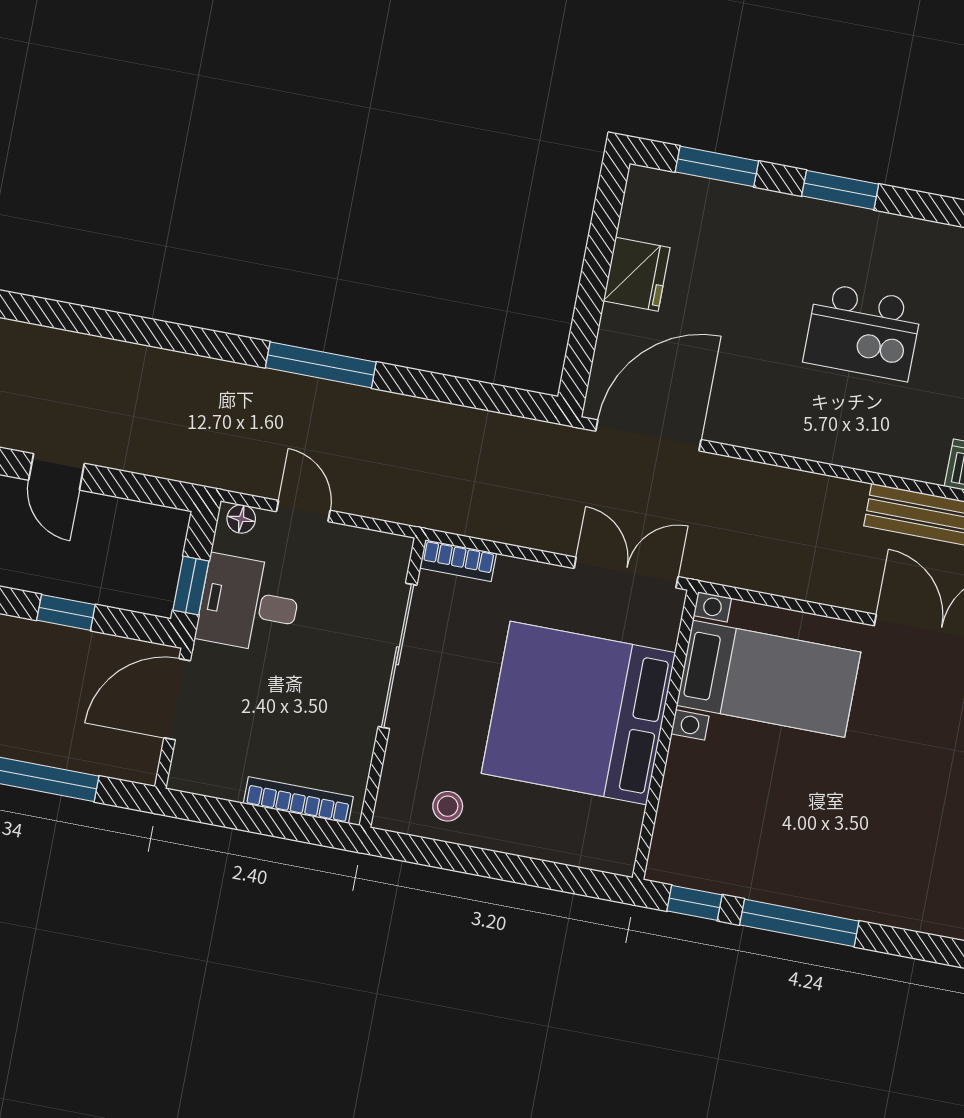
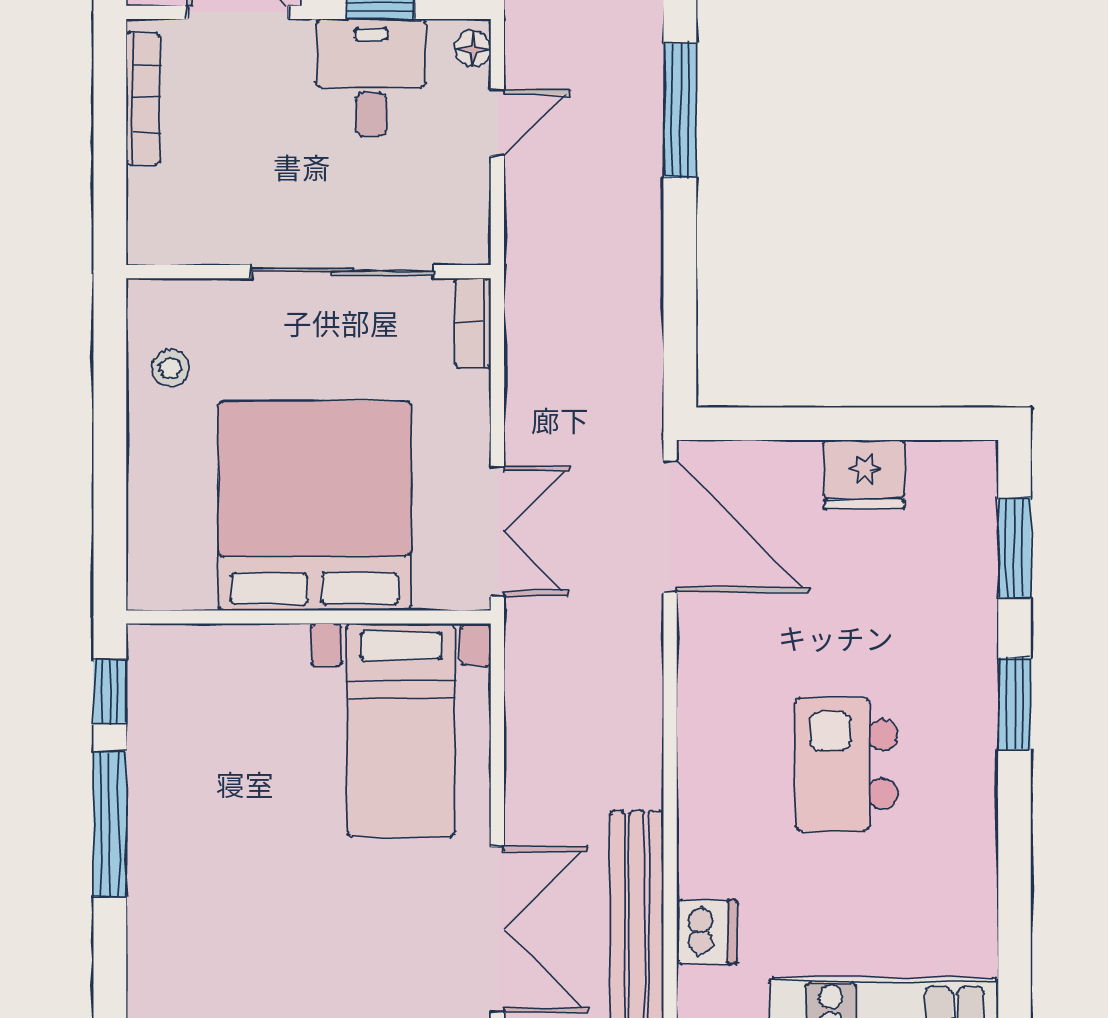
bookcase: (298, 800) -> (143, 99), moved

